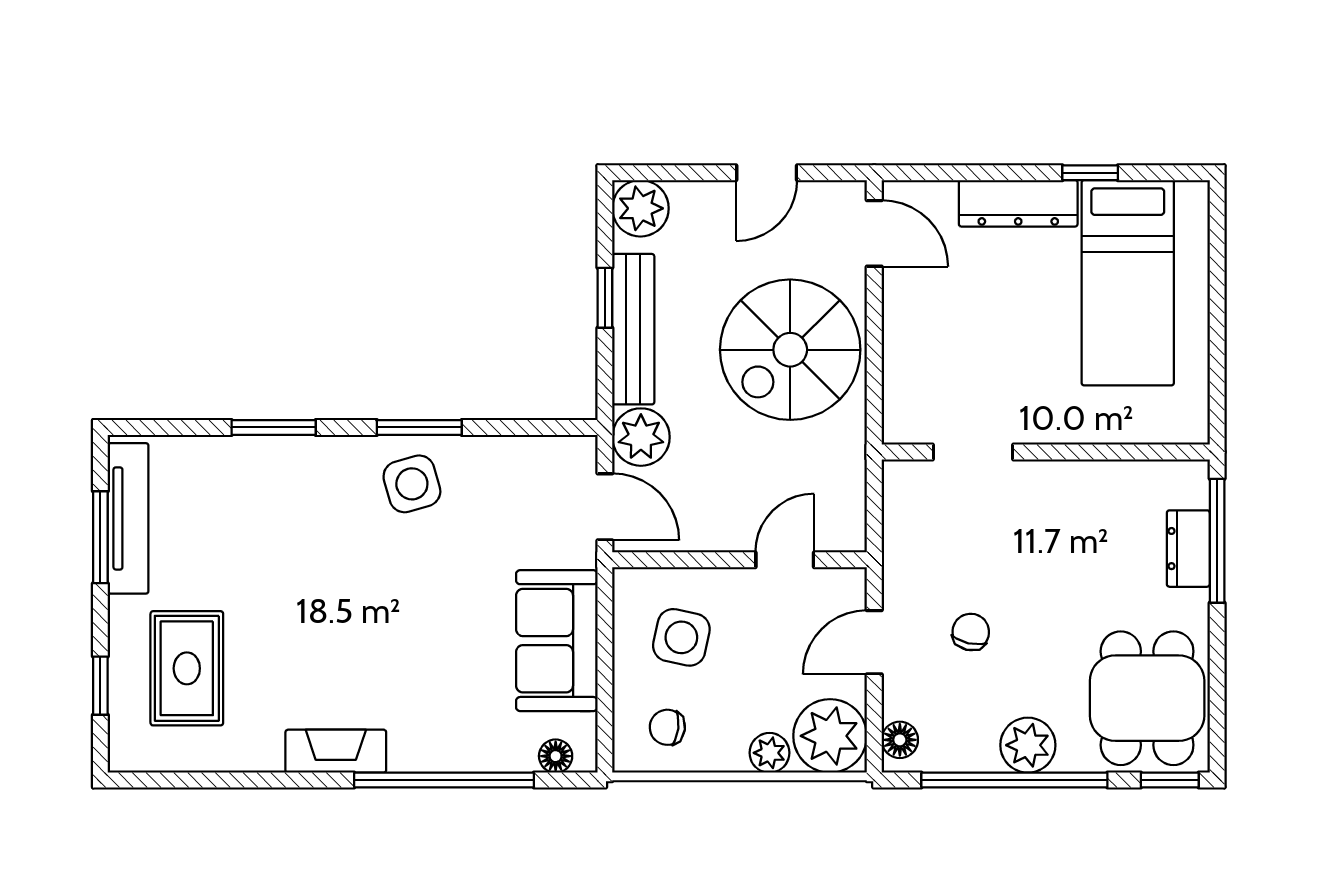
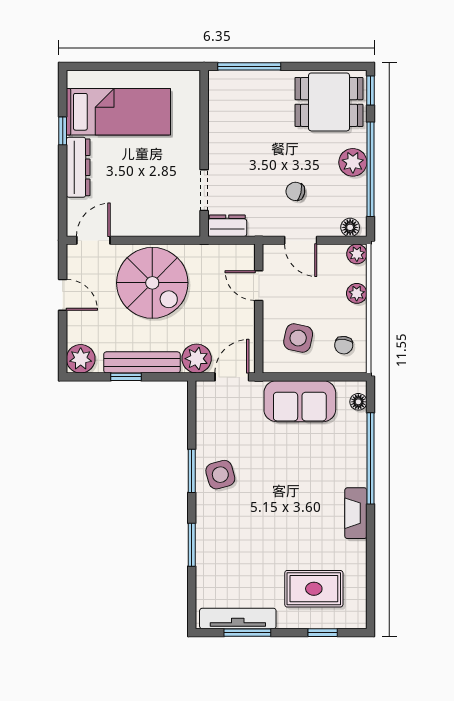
dresser: (1188, 549) -> (227, 226), moved, turned 180
plant: (830, 736) -> (357, 254), width x0.53, depth x0.53

